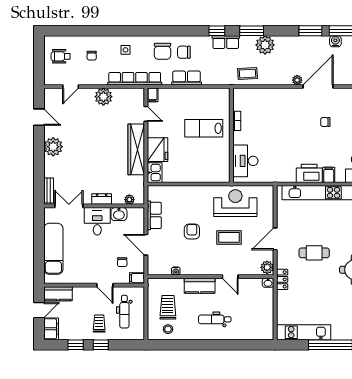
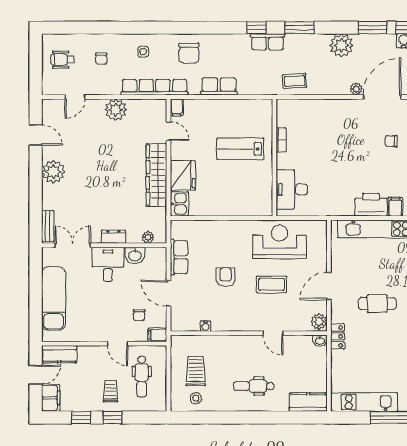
plant: (265, 45) -> (341, 45), moved
chair: (184, 52) -> (216, 54), removed
kitchen counter: (200, 286) -> (308, 402), moved, turned 180

